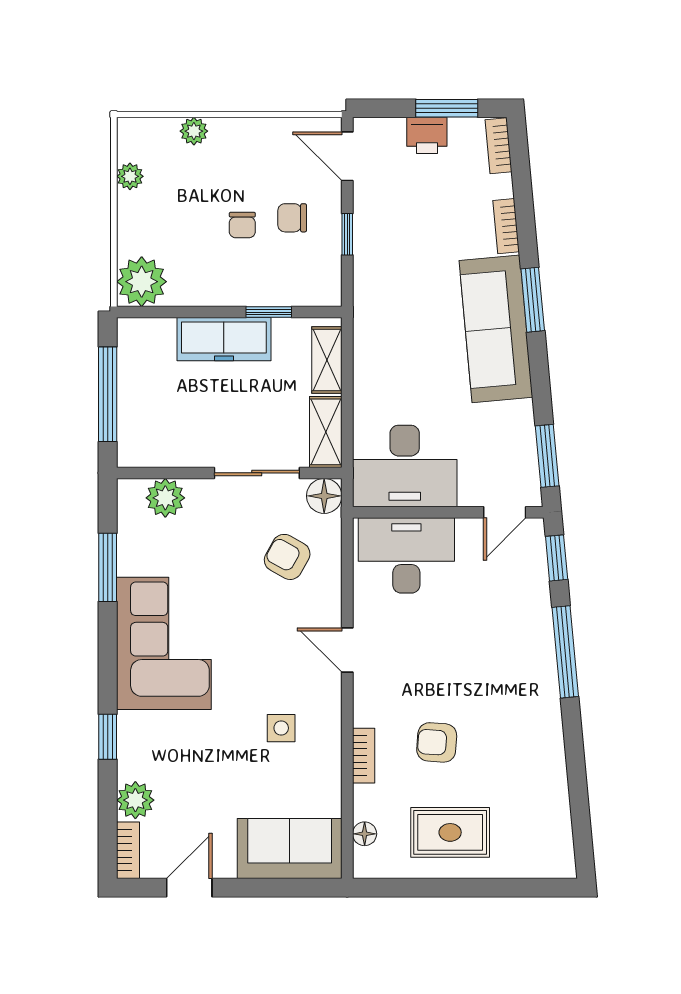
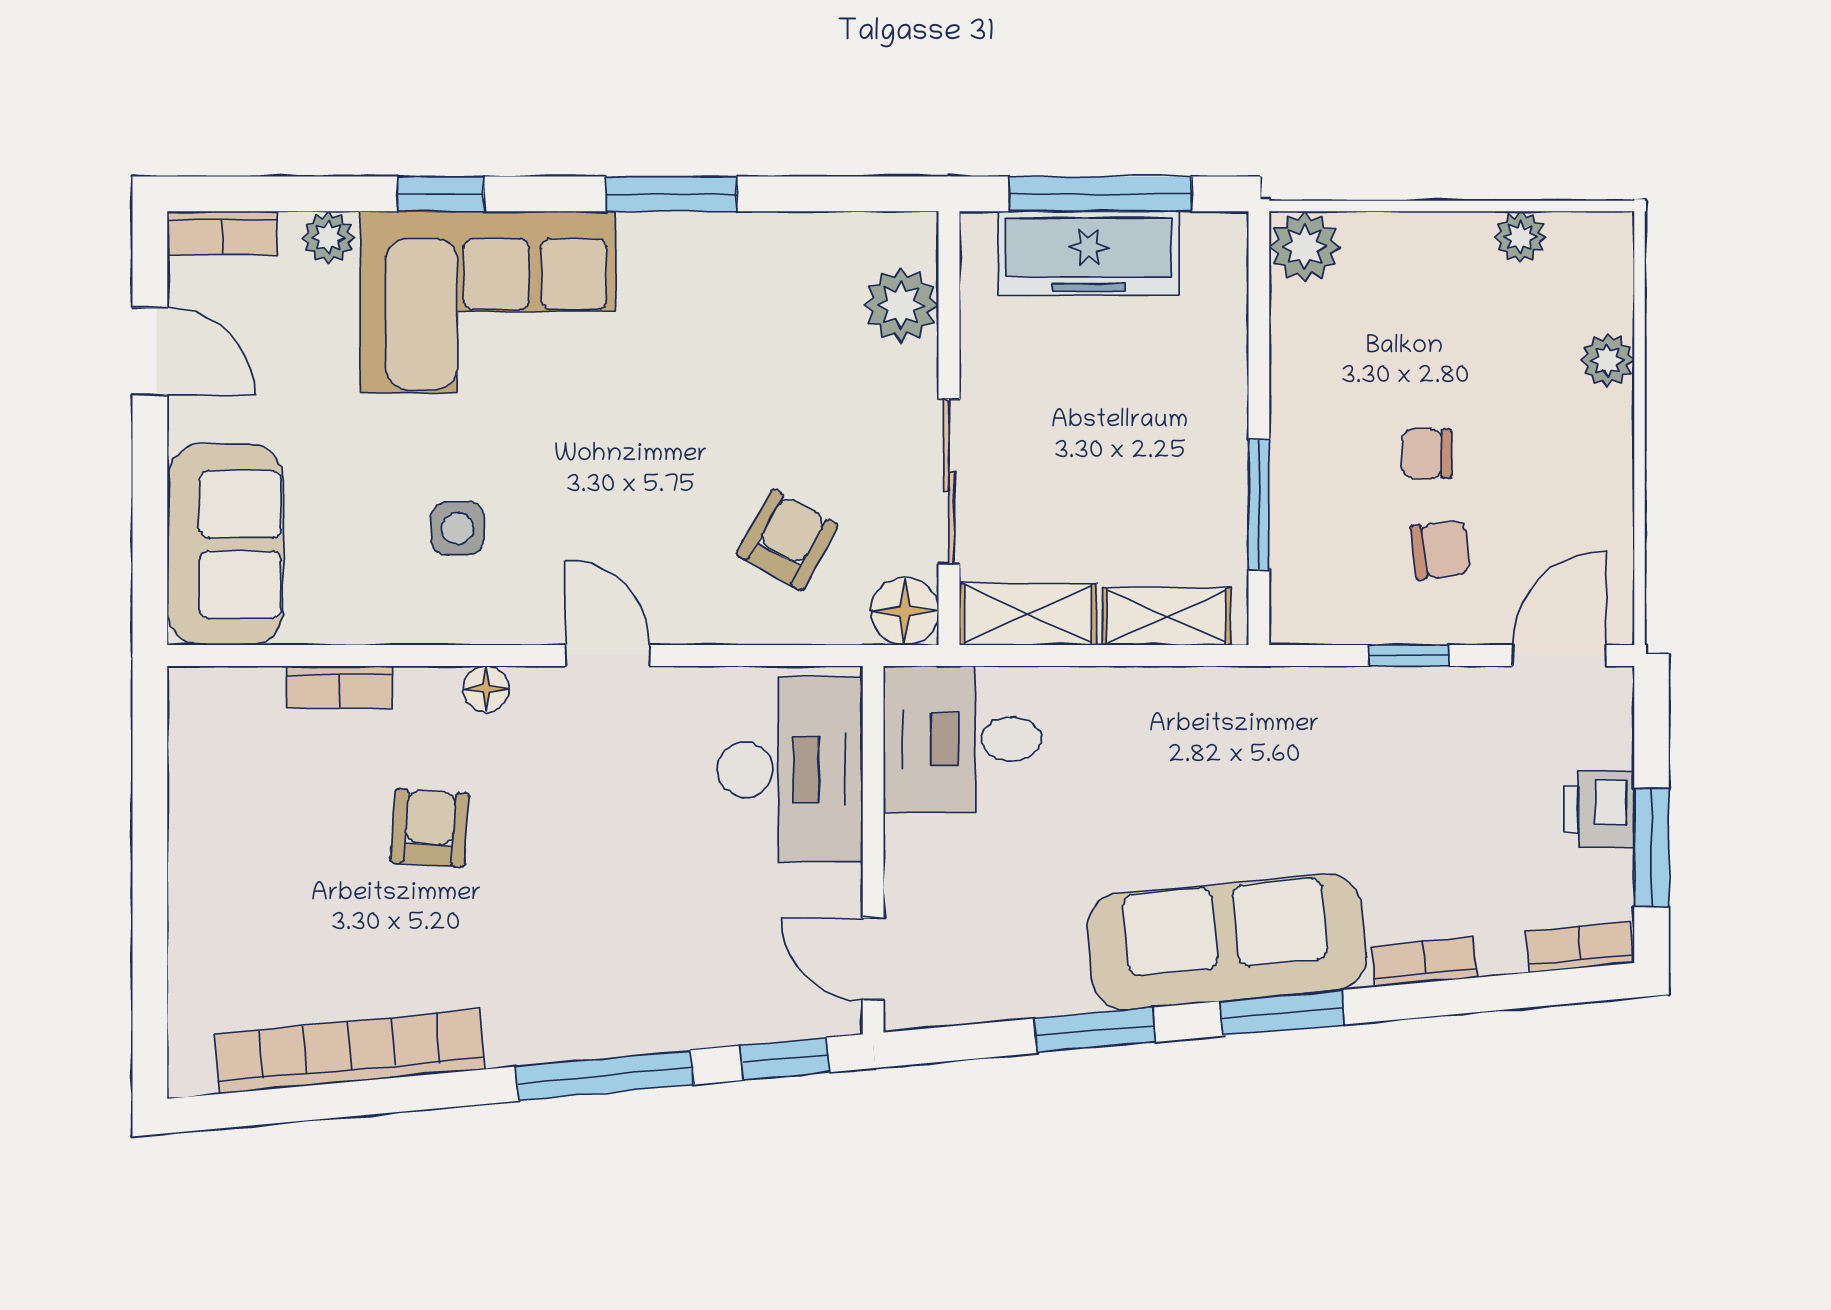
chair: (292, 218) -> (1440, 549), turned 83
plant: (142, 282) -> (1305, 247), width x0.73, depth x0.73
window: (269, 312) -> (1259, 504), width x1.50
freezer: (224, 339) -> (1089, 253), moved, turned -90
window: (547, 456) -> (1095, 1030), moved
desk: (405, 466) -> (962, 739), width x0.73
window: (108, 567) -> (671, 194), moved
corner sofa: (164, 643) -> (488, 302), moved
door: (347, 650) -> (608, 655), hinge flipped
bookcase: (364, 756) -> (340, 687), moved
bookcase: (553, 784) -> (350, 1051), added
plant: (135, 800) -> (328, 238), width x0.73, depth x0.73
rug: (450, 832) -> (256, 854), removed
floor lamp: (365, 834) -> (486, 689), moved

